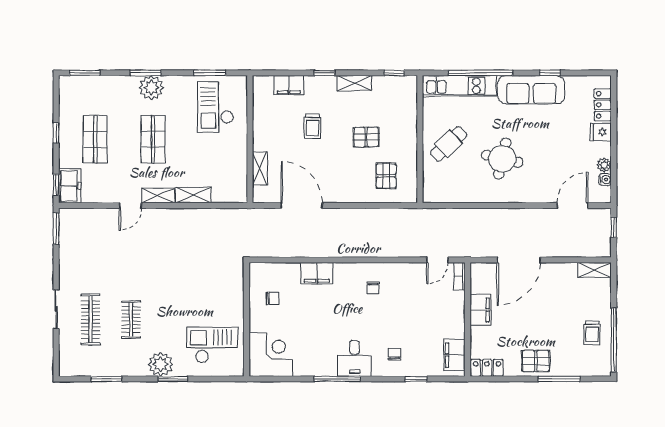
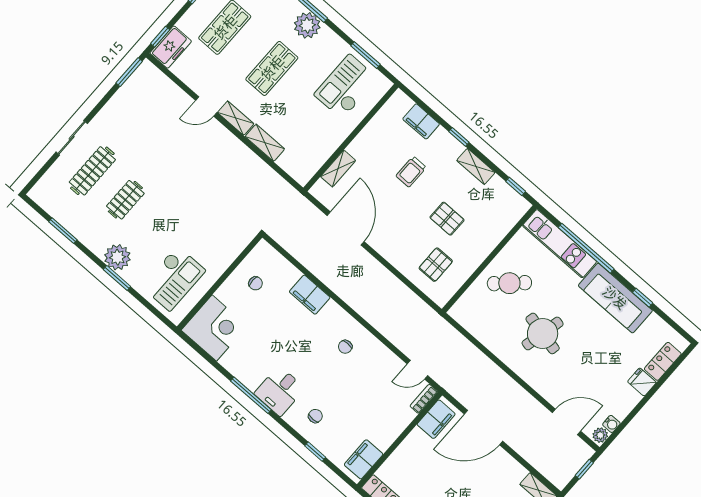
plant: (604, 165) -> (600, 435), moved
filing cabinet: (480, 310) -> (436, 419), moved
checkout: (212, 345) -> (173, 278), turned 90

